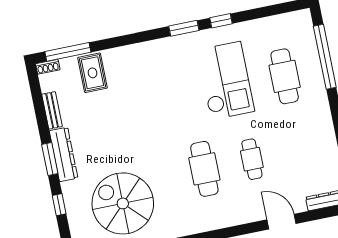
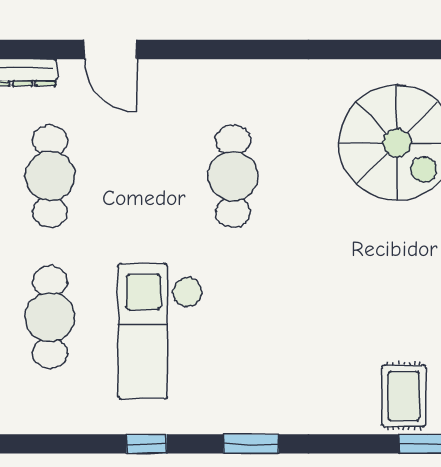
window: (184, 28) -> (251, 444), moved
cafe table: (252, 159) -> (50, 176), moved, width x1.37, depth x1.35

